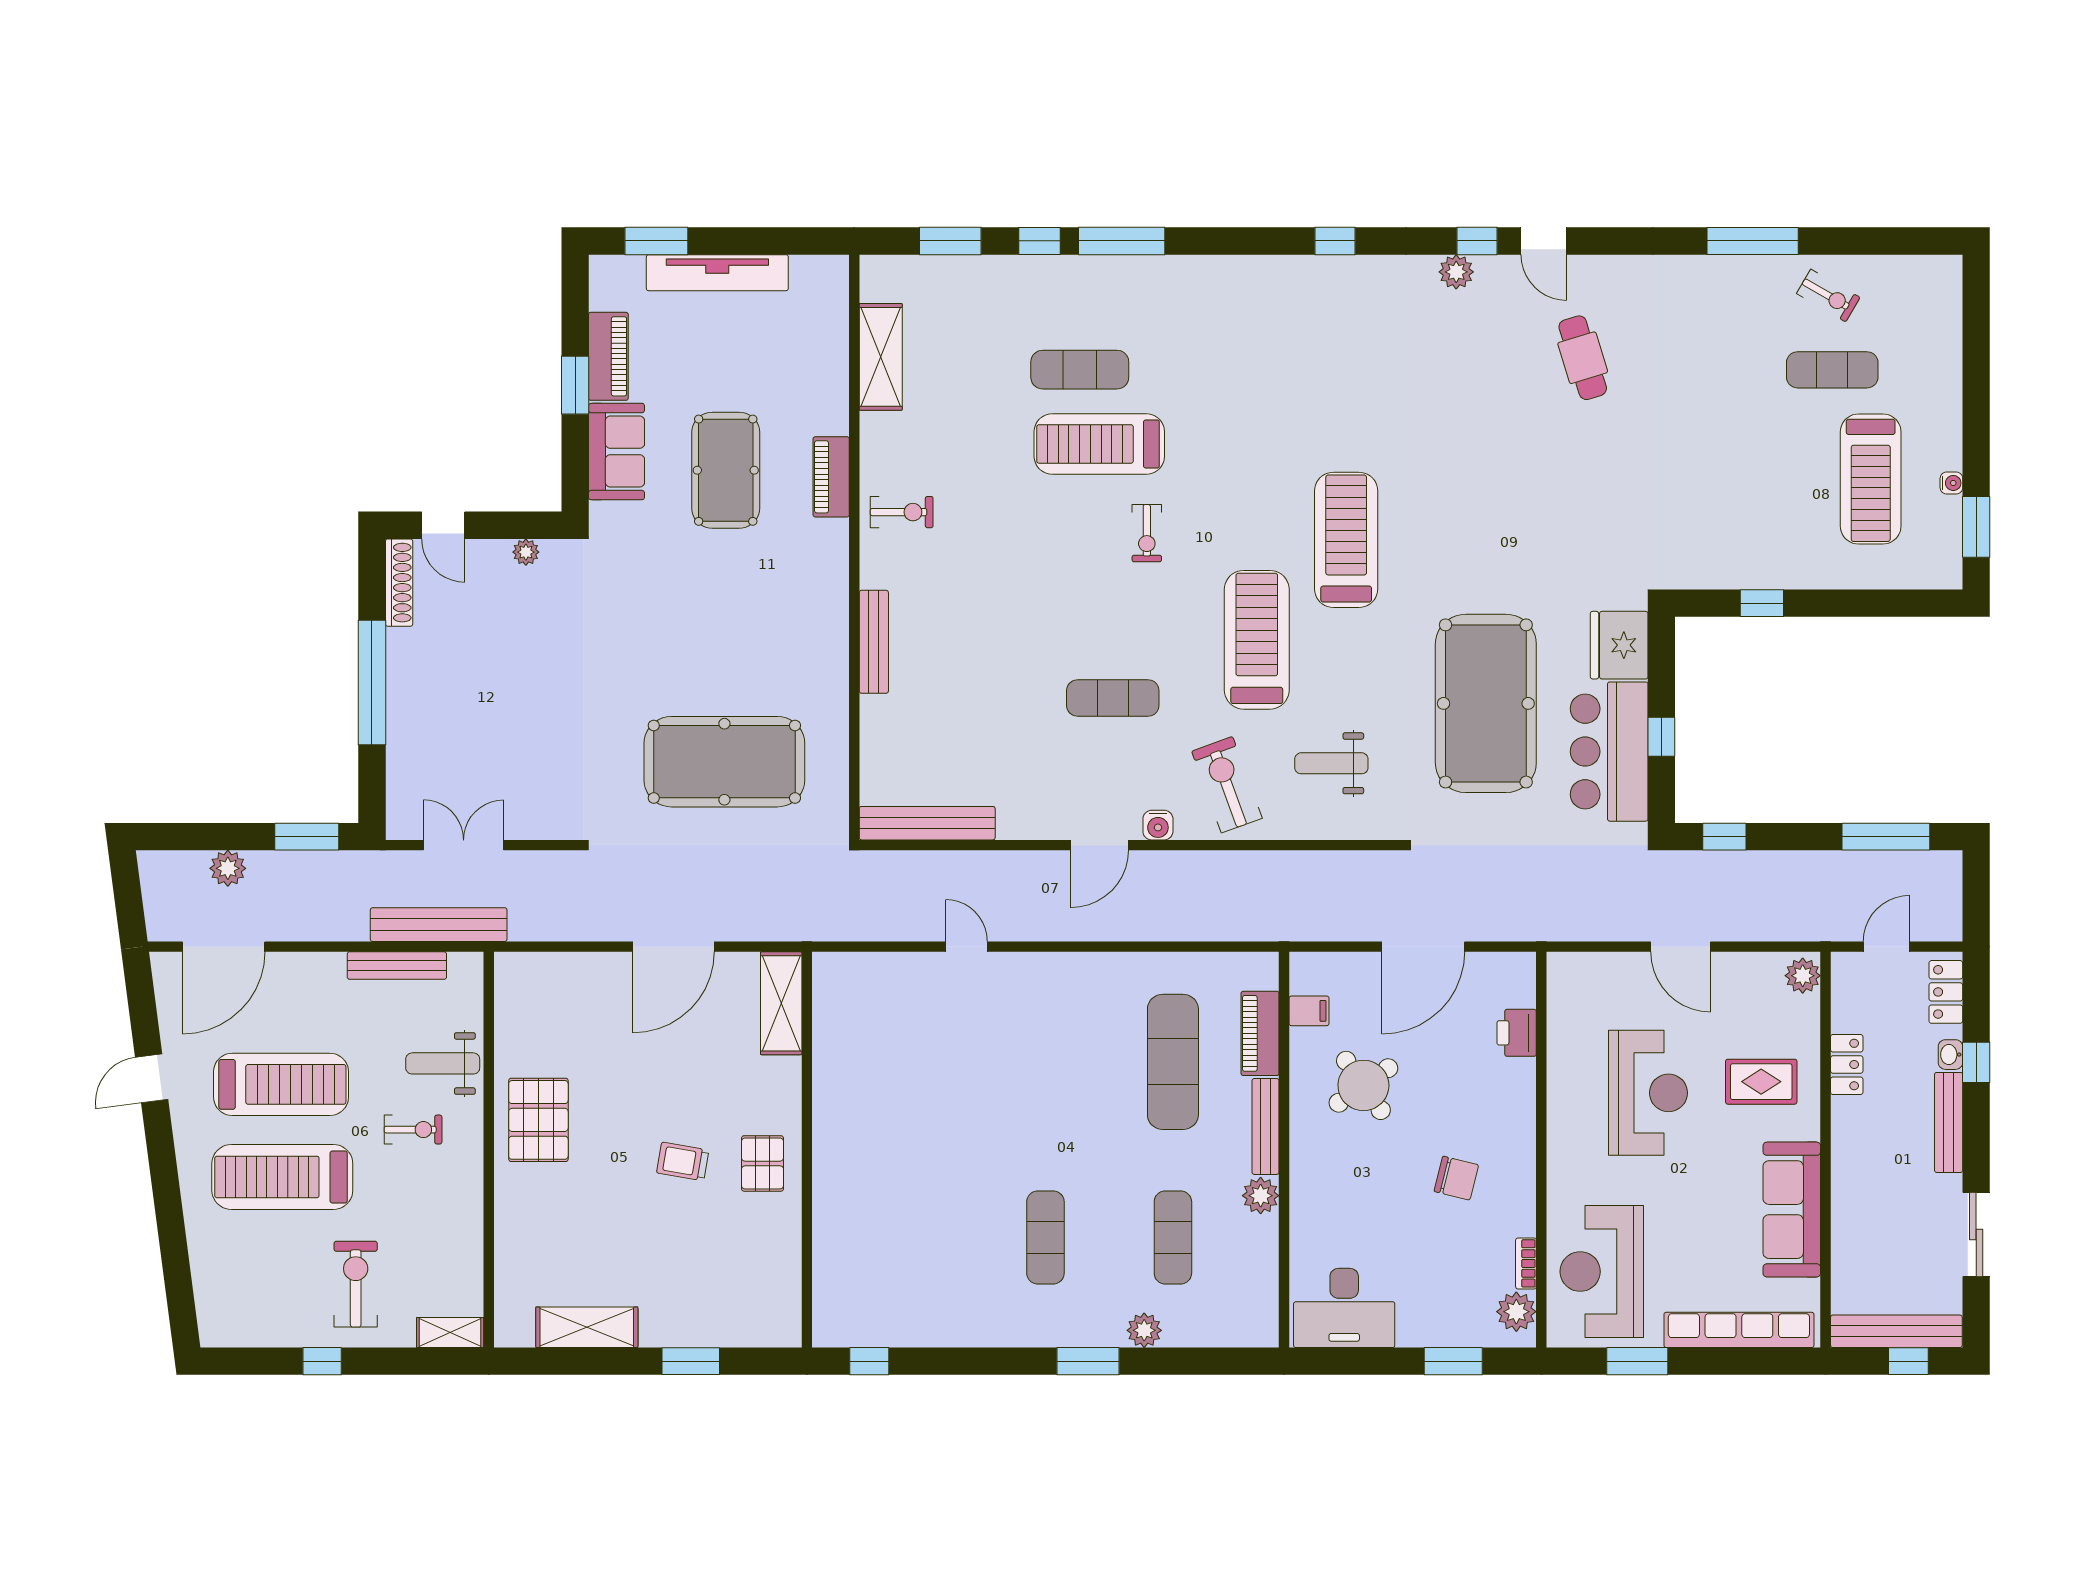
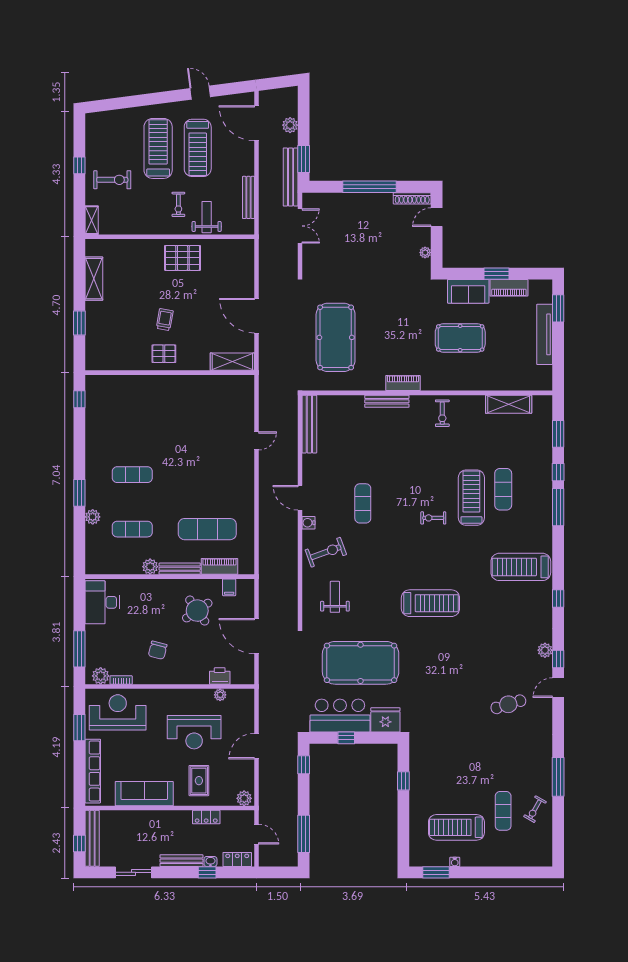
piano: (831, 477) -> (403, 383), moved
treadmill: (1257, 640) -> (521, 567), moved, turned 180
bench: (439, 925) -> (291, 177), moved
plant: (1561, 1032) -> (220, 695), added
window: (1453, 1361) -> (79, 649), width x1.44

